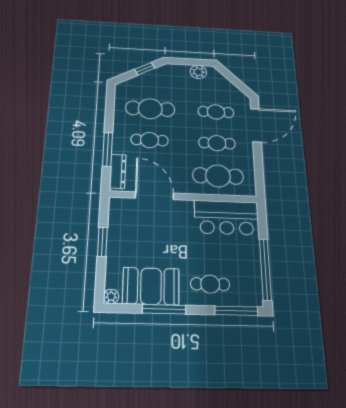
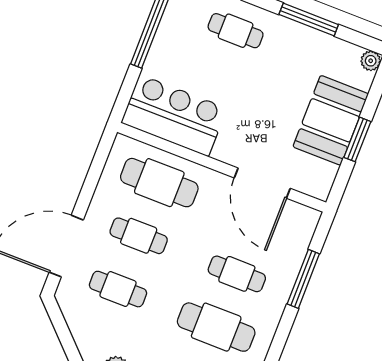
dresser: (118, 171) -> (301, 238), removed
booth: (151, 286) -> (331, 120), moved, turned 90

